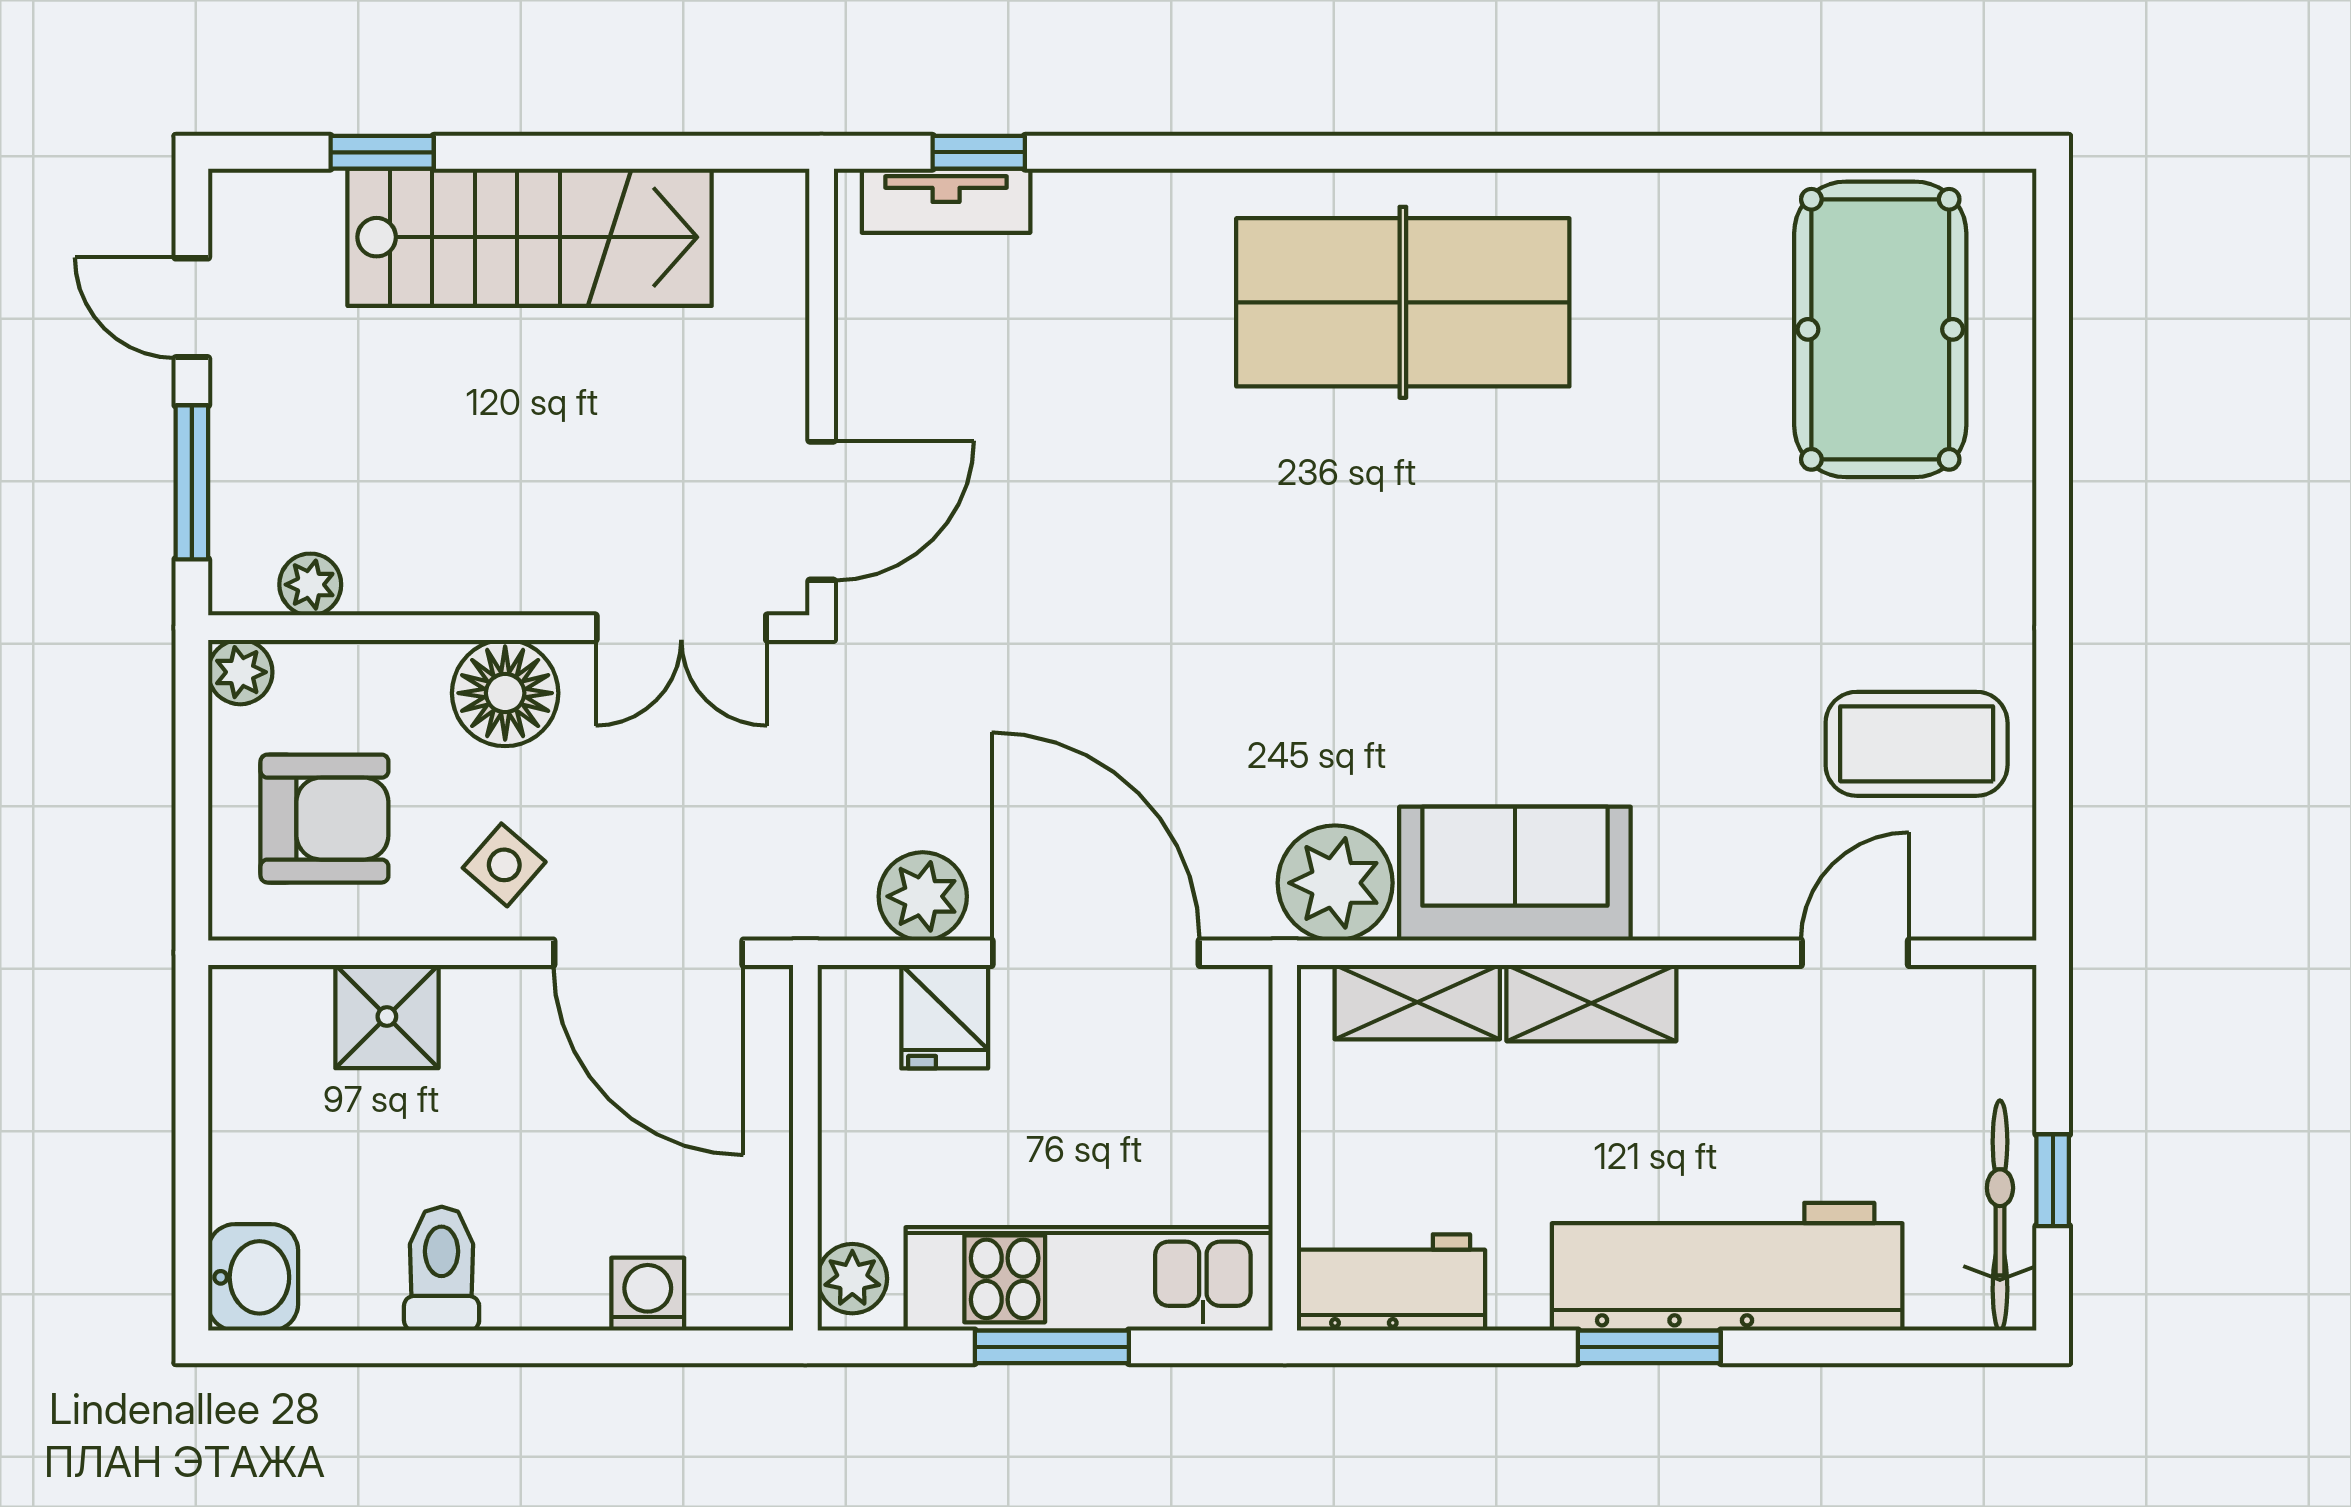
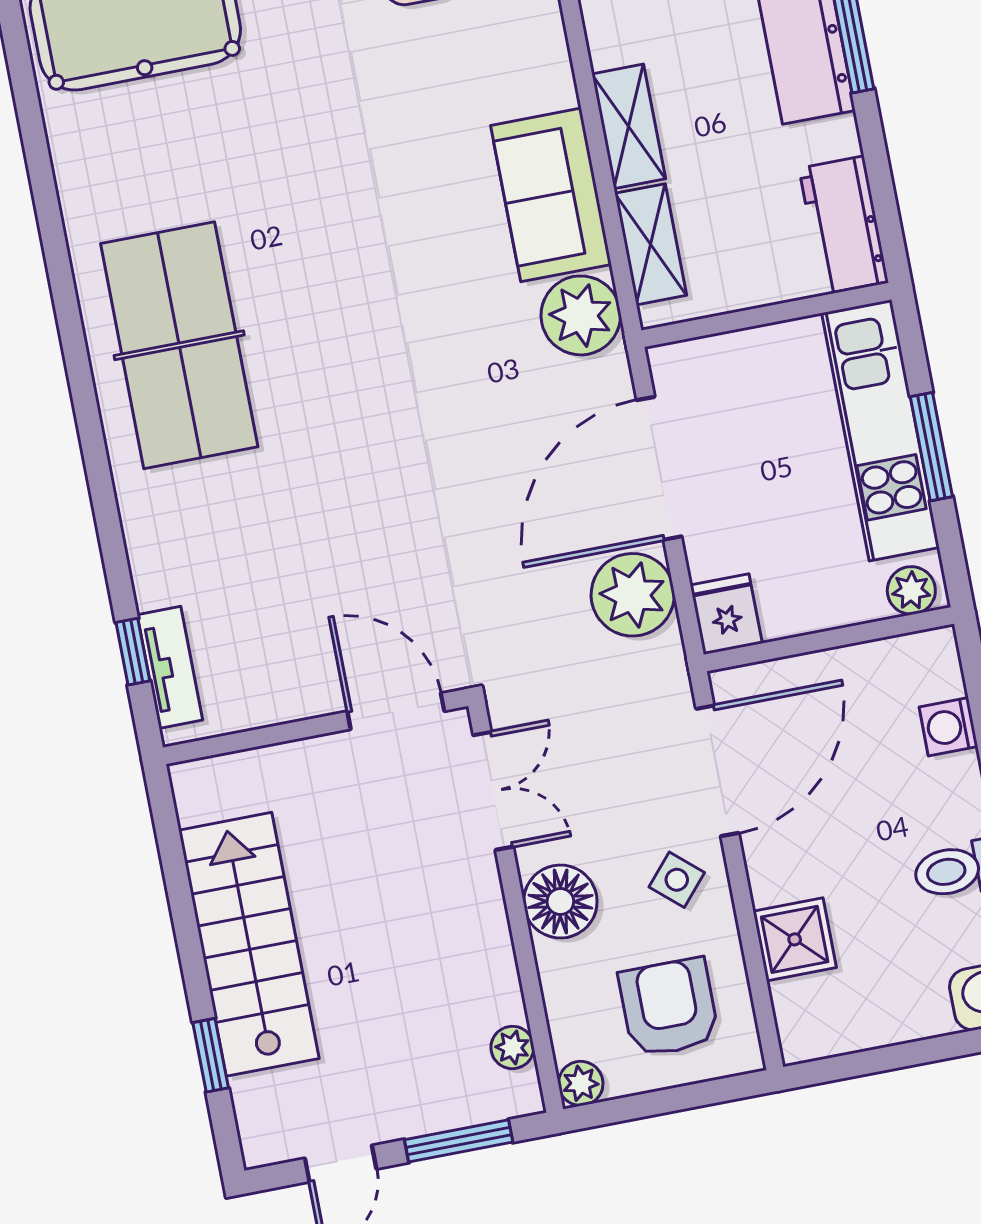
plant: (923, 896) -> (633, 595), width x1.36, depth x1.36
fridge: (945, 1017) -> (726, 614), moved, turned -90

